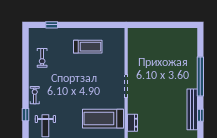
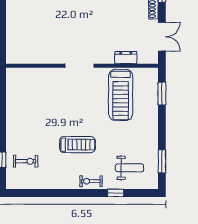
treadmill: (88, 47) -> (77, 145), moved, turned 90
exercise bike: (42, 58) -> (26, 161), moved

